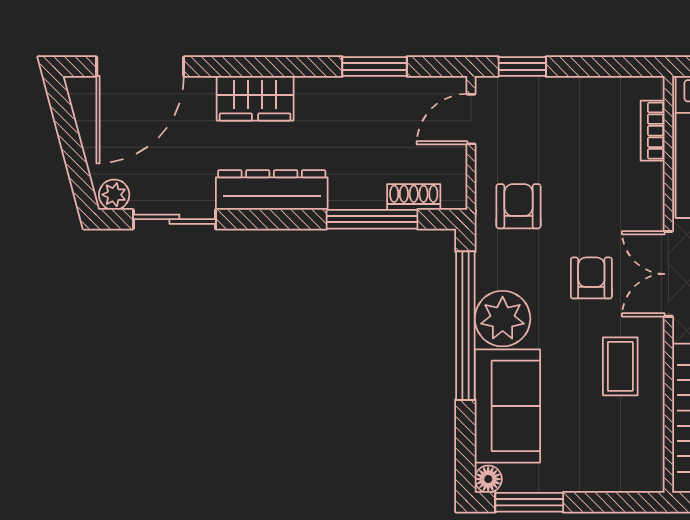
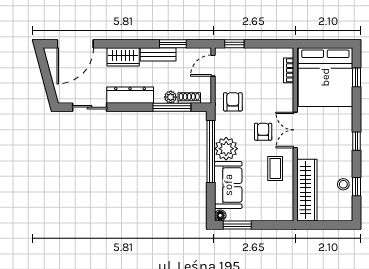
bench: (339, 92) -> (158, 54), added
plant: (114, 195) -> (171, 97), moved

